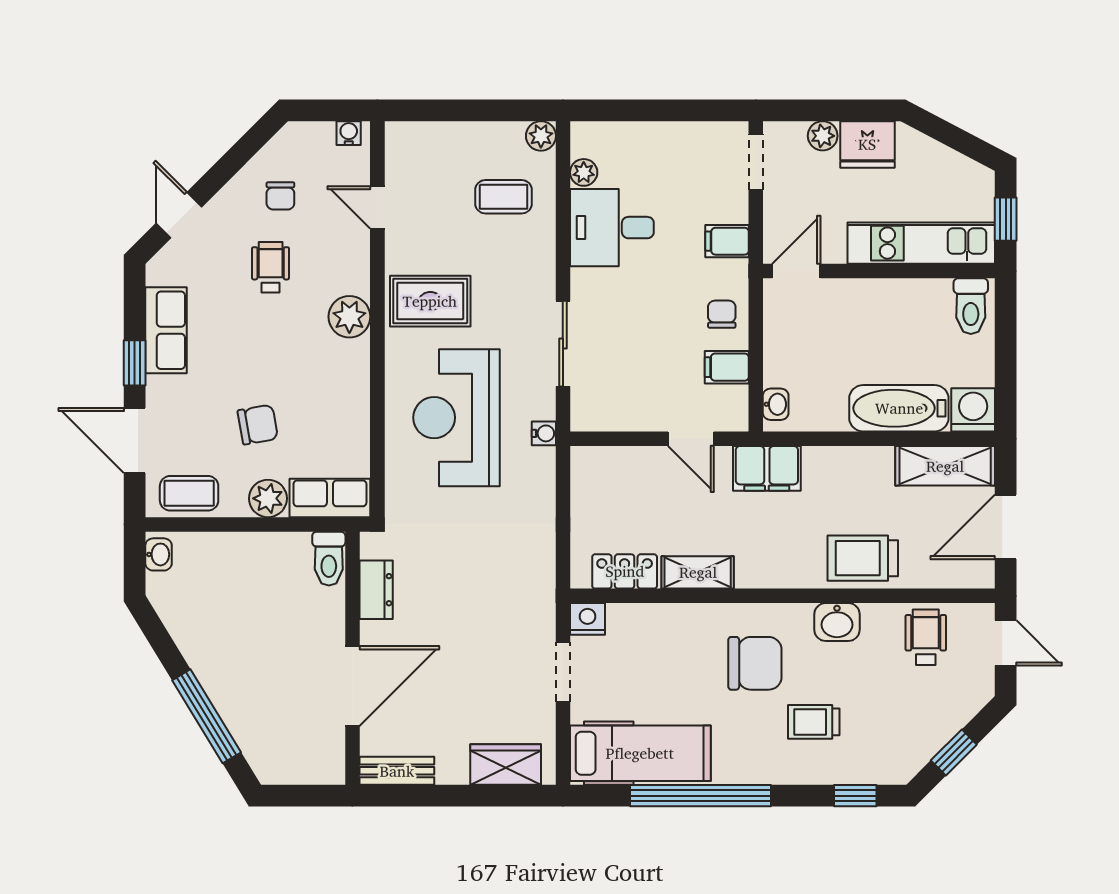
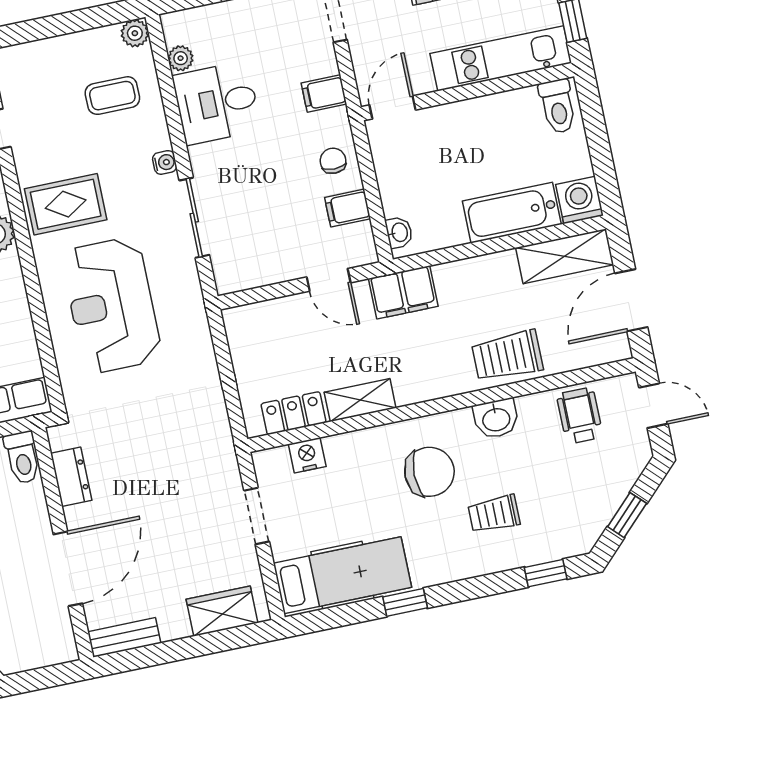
water cooler: (544, 433) -> (165, 162), moved
nightstand: (588, 619) -> (307, 455), moved
window: (701, 796) -> (405, 602), width x0.32

